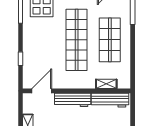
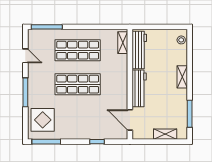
shop shelf: (77, 40) -> (78, 84), width x0.71
shelving: (106, 84) -> (123, 43), moved

